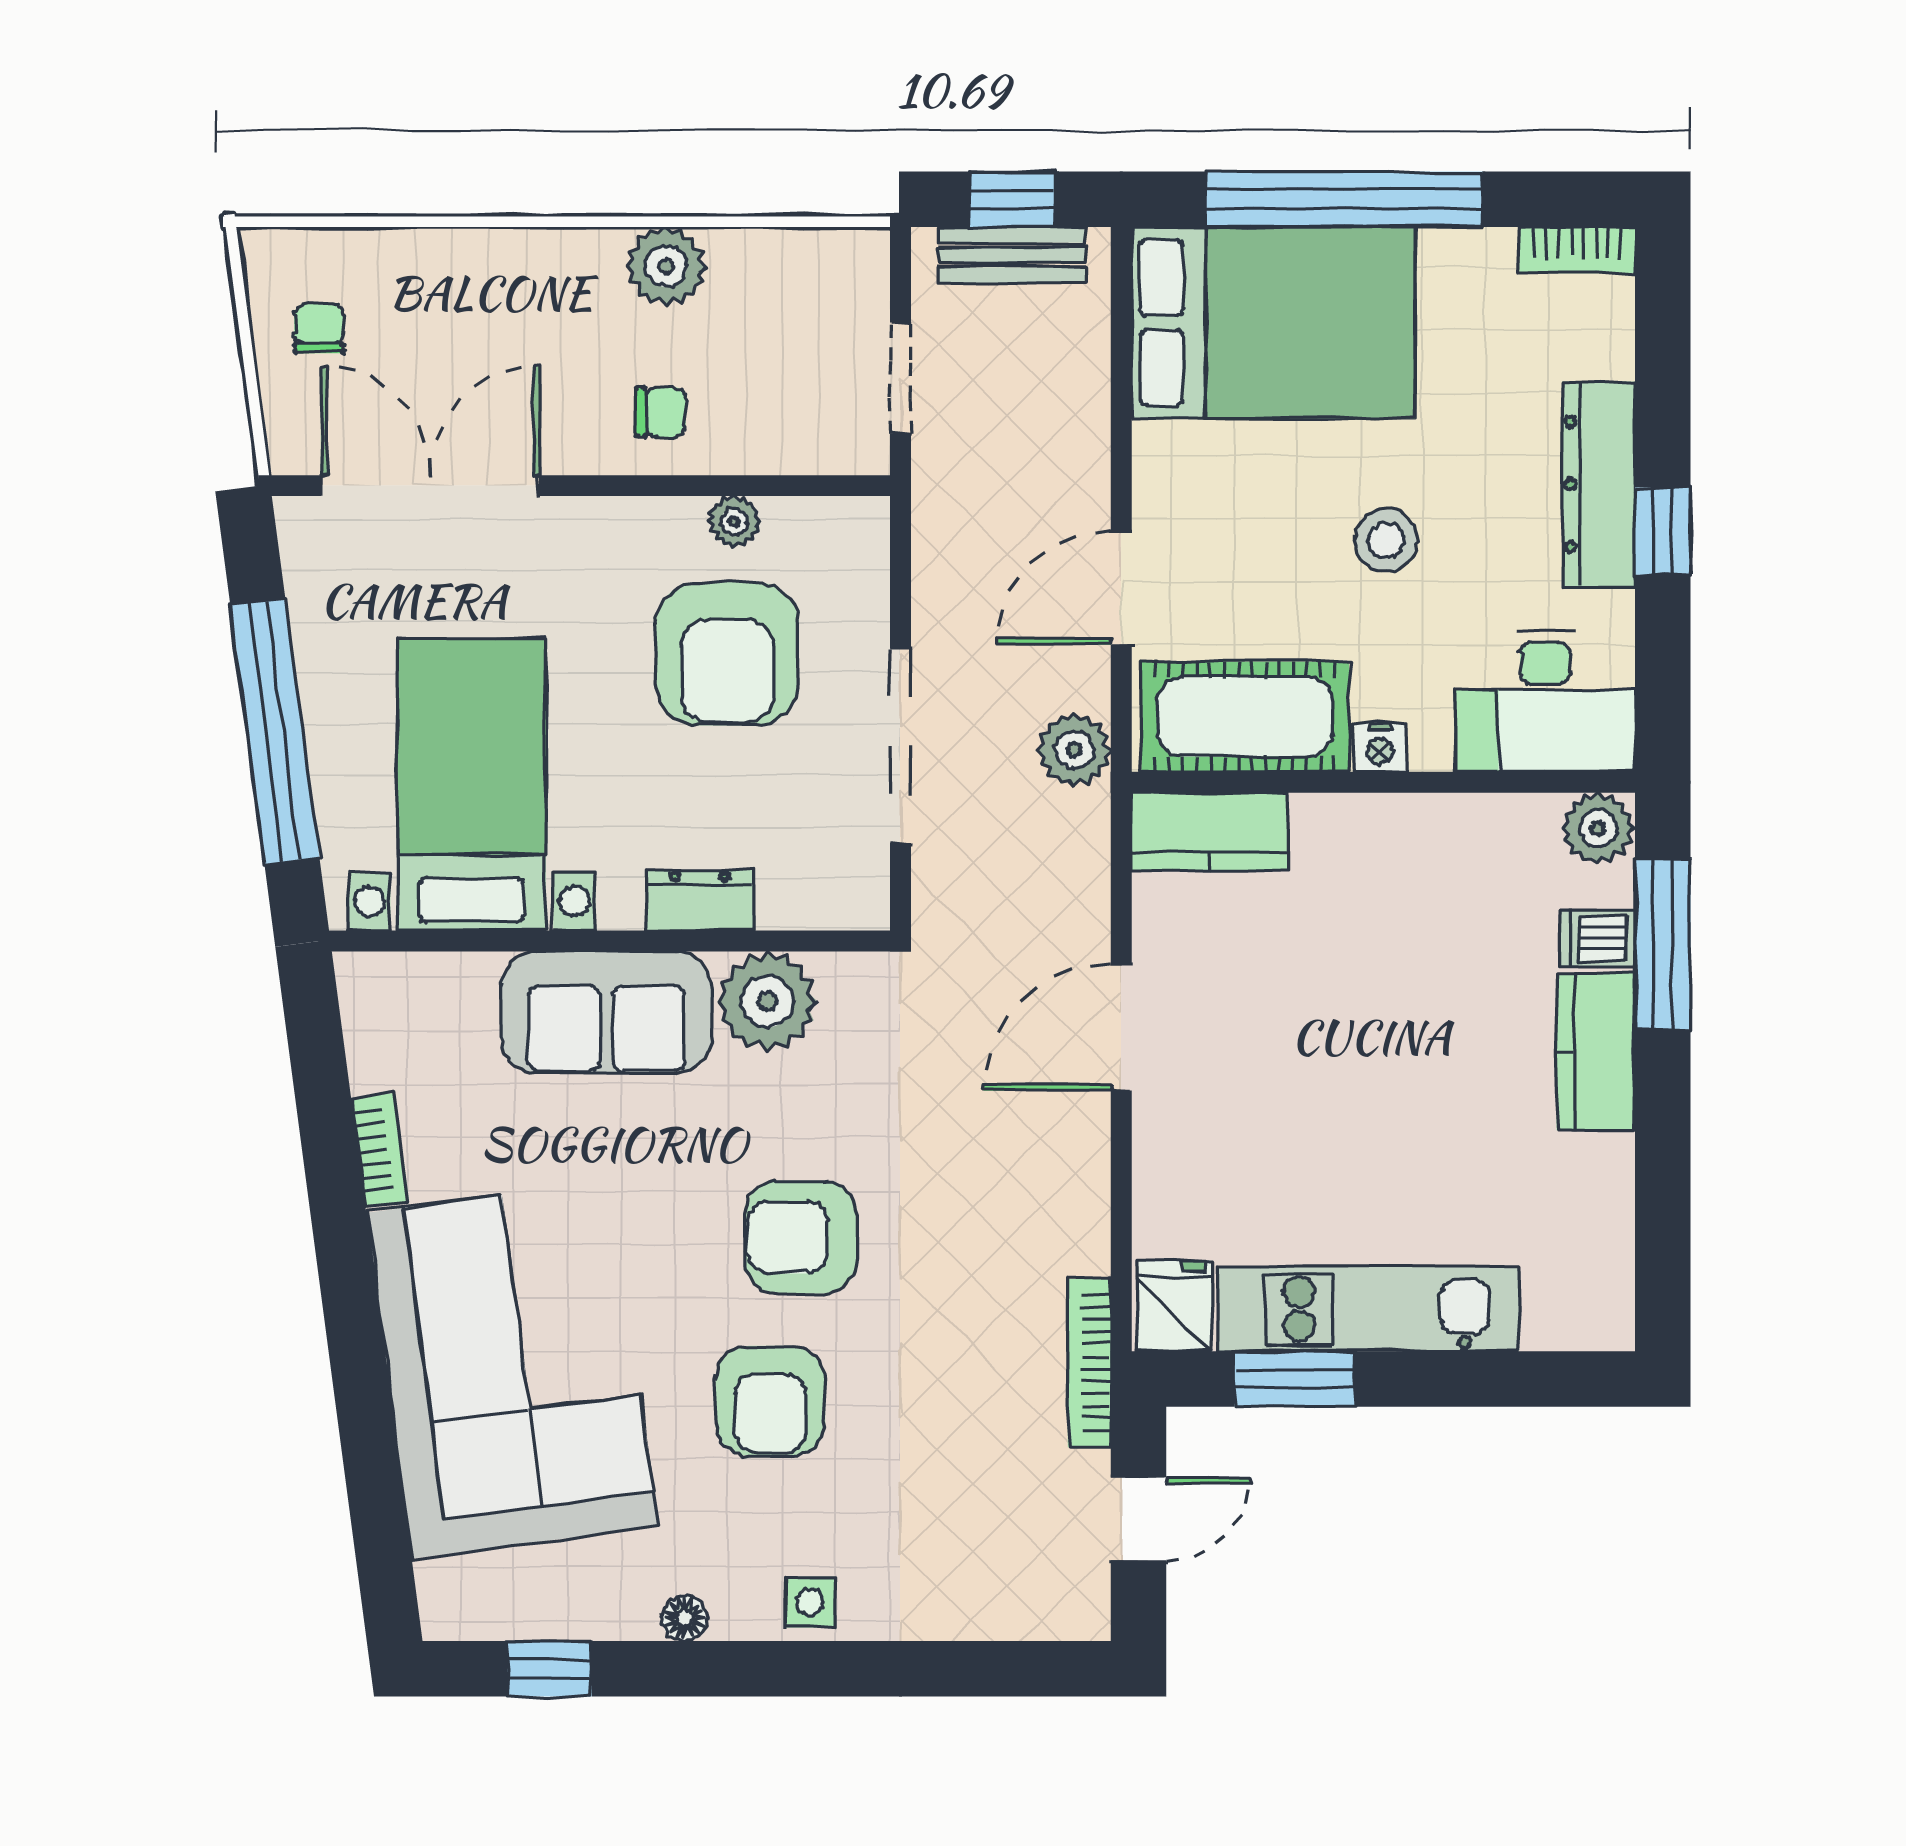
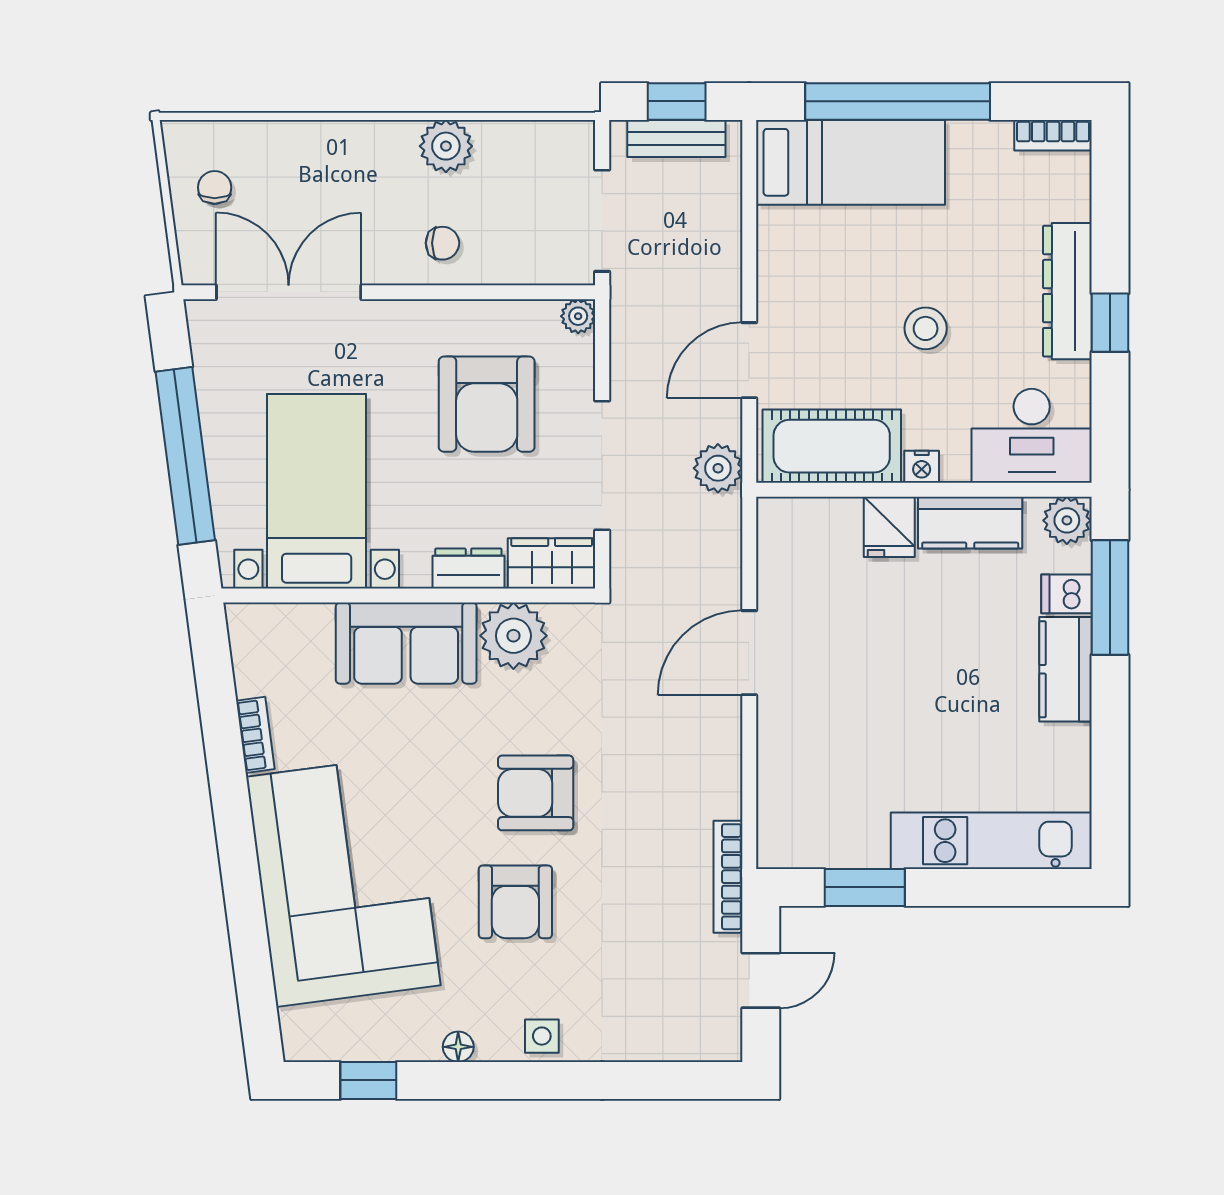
bed: (1273, 323) -> (851, 162), width x0.67
doorway: (900, 378) -> (602, 221), width x1.38
plant: (734, 522) -> (578, 316), moved
kitchen counter: (1210, 832) -> (970, 523), moved
wardrobe: (825, 893) -> (552, 563), added
fridge: (1174, 1306) -> (889, 527), moved, turned 180
kitchen unit: (1368, 1309) -> (991, 841), moved

